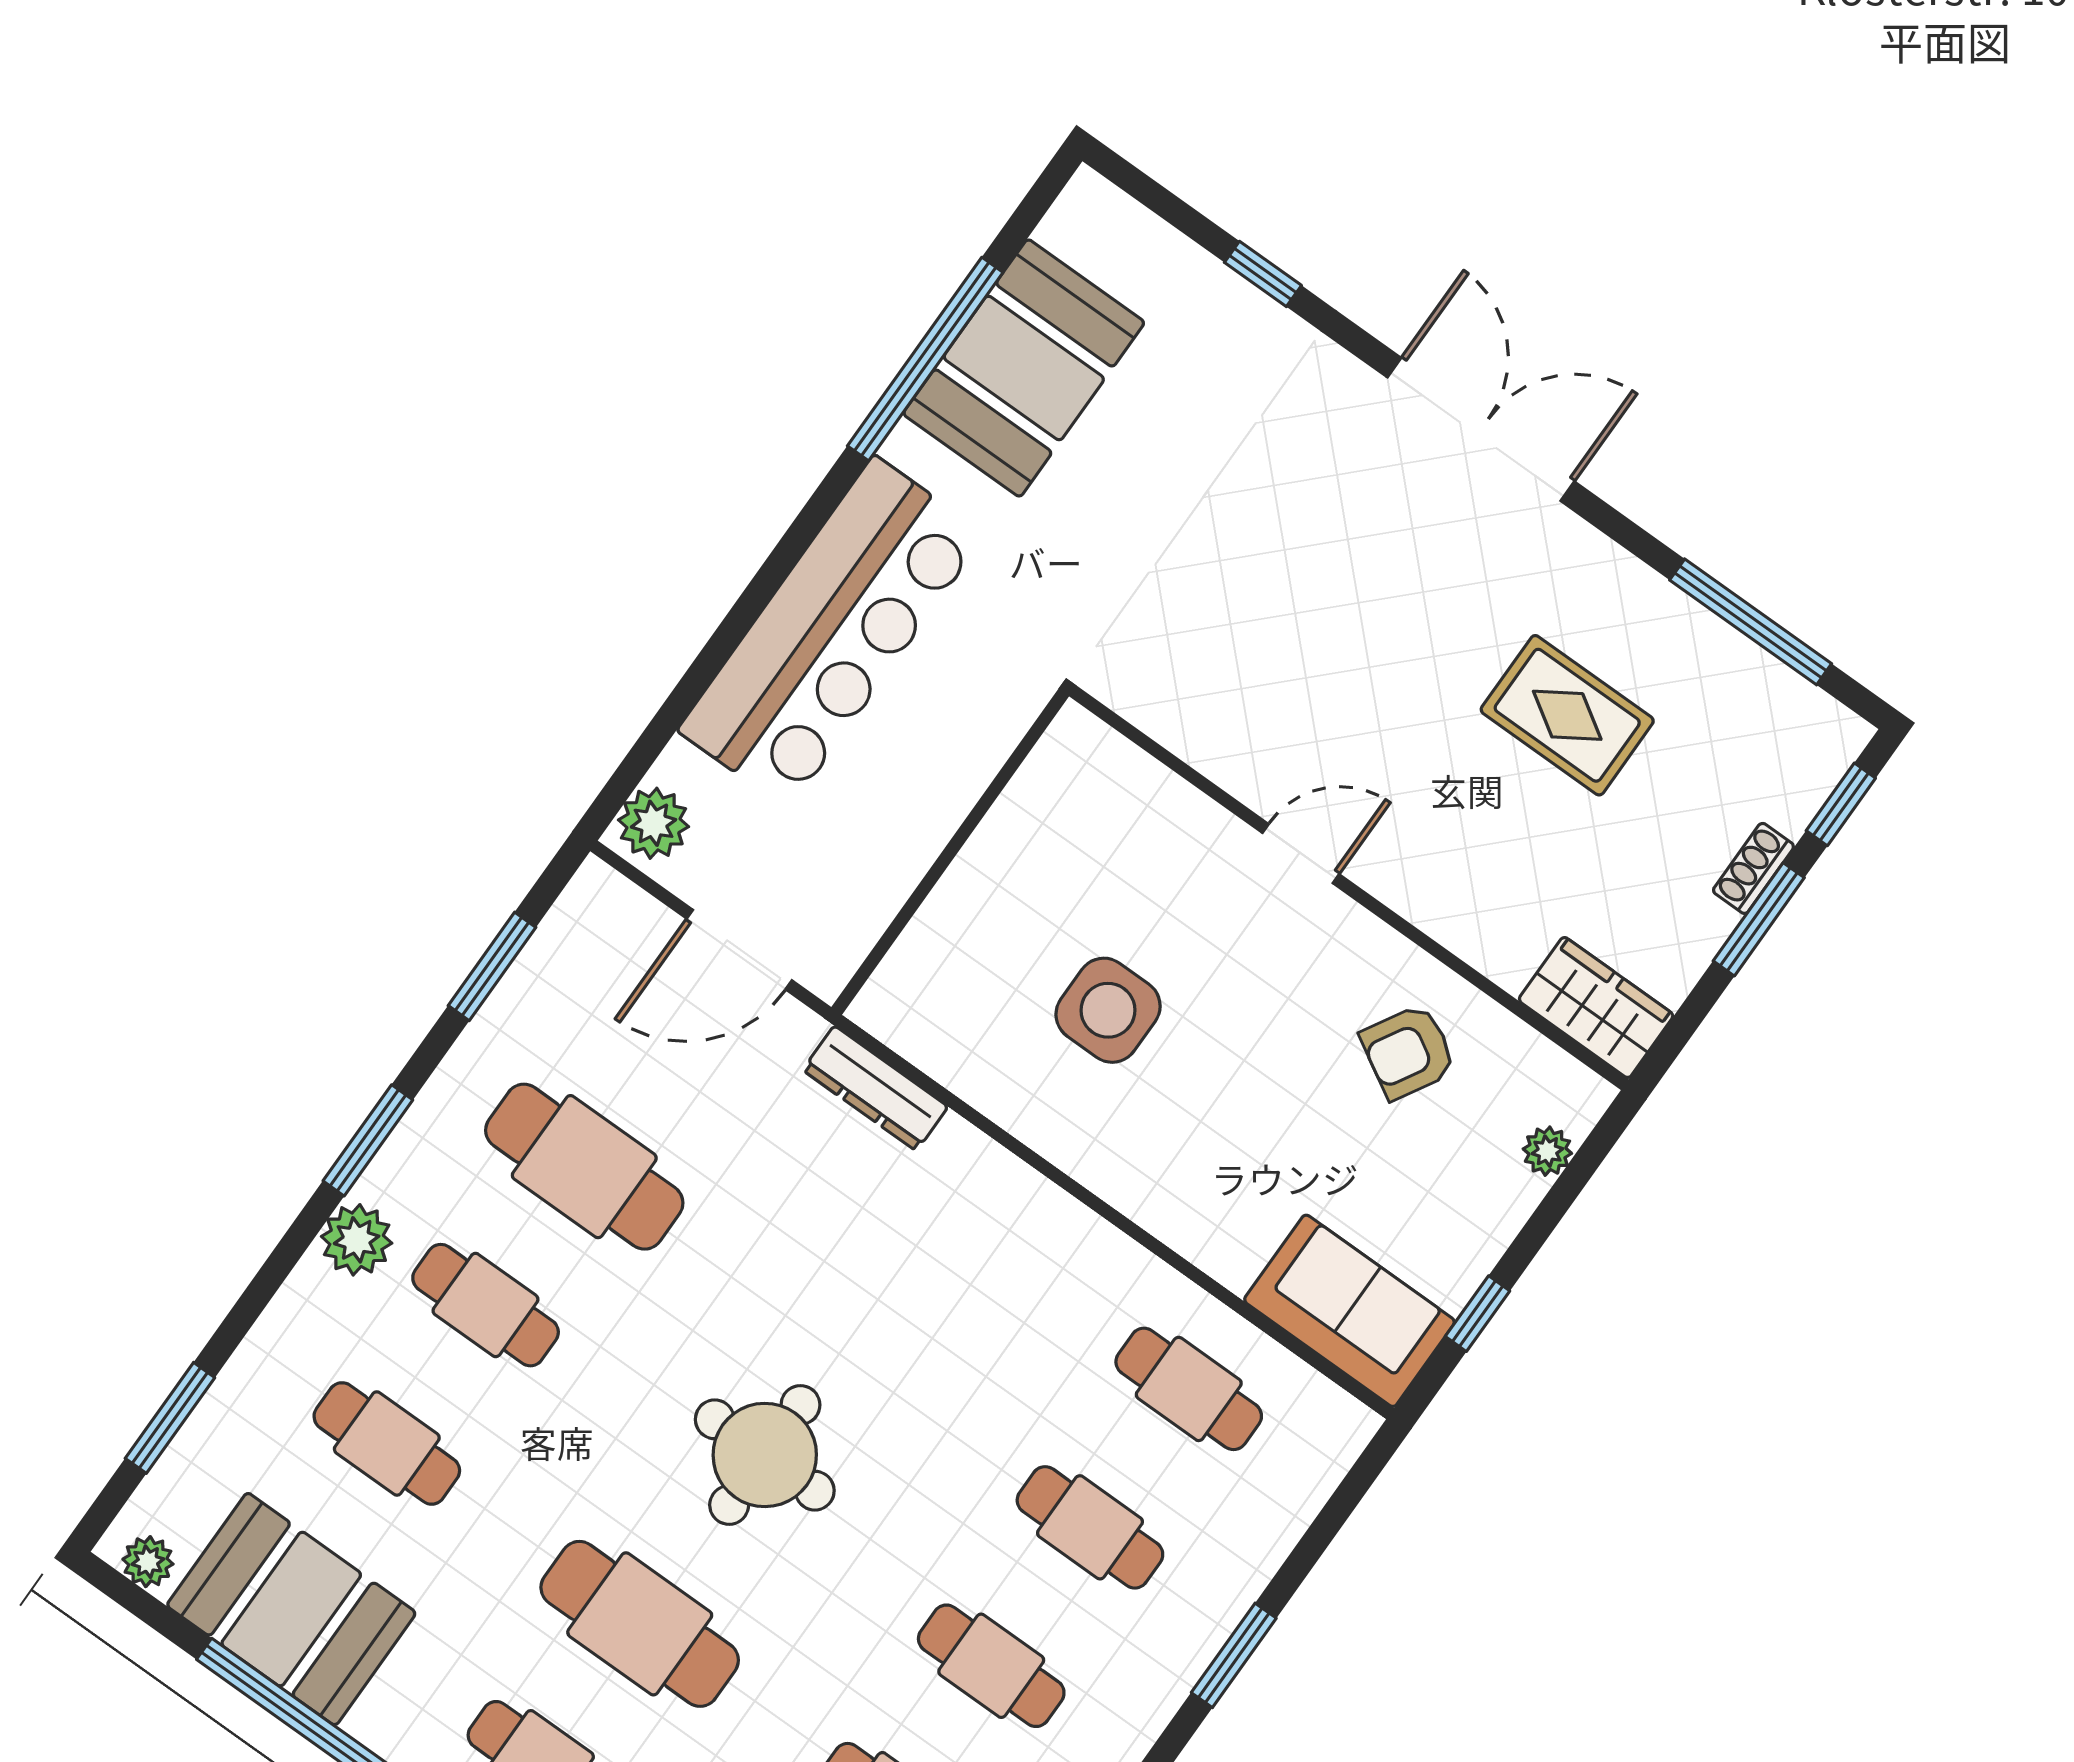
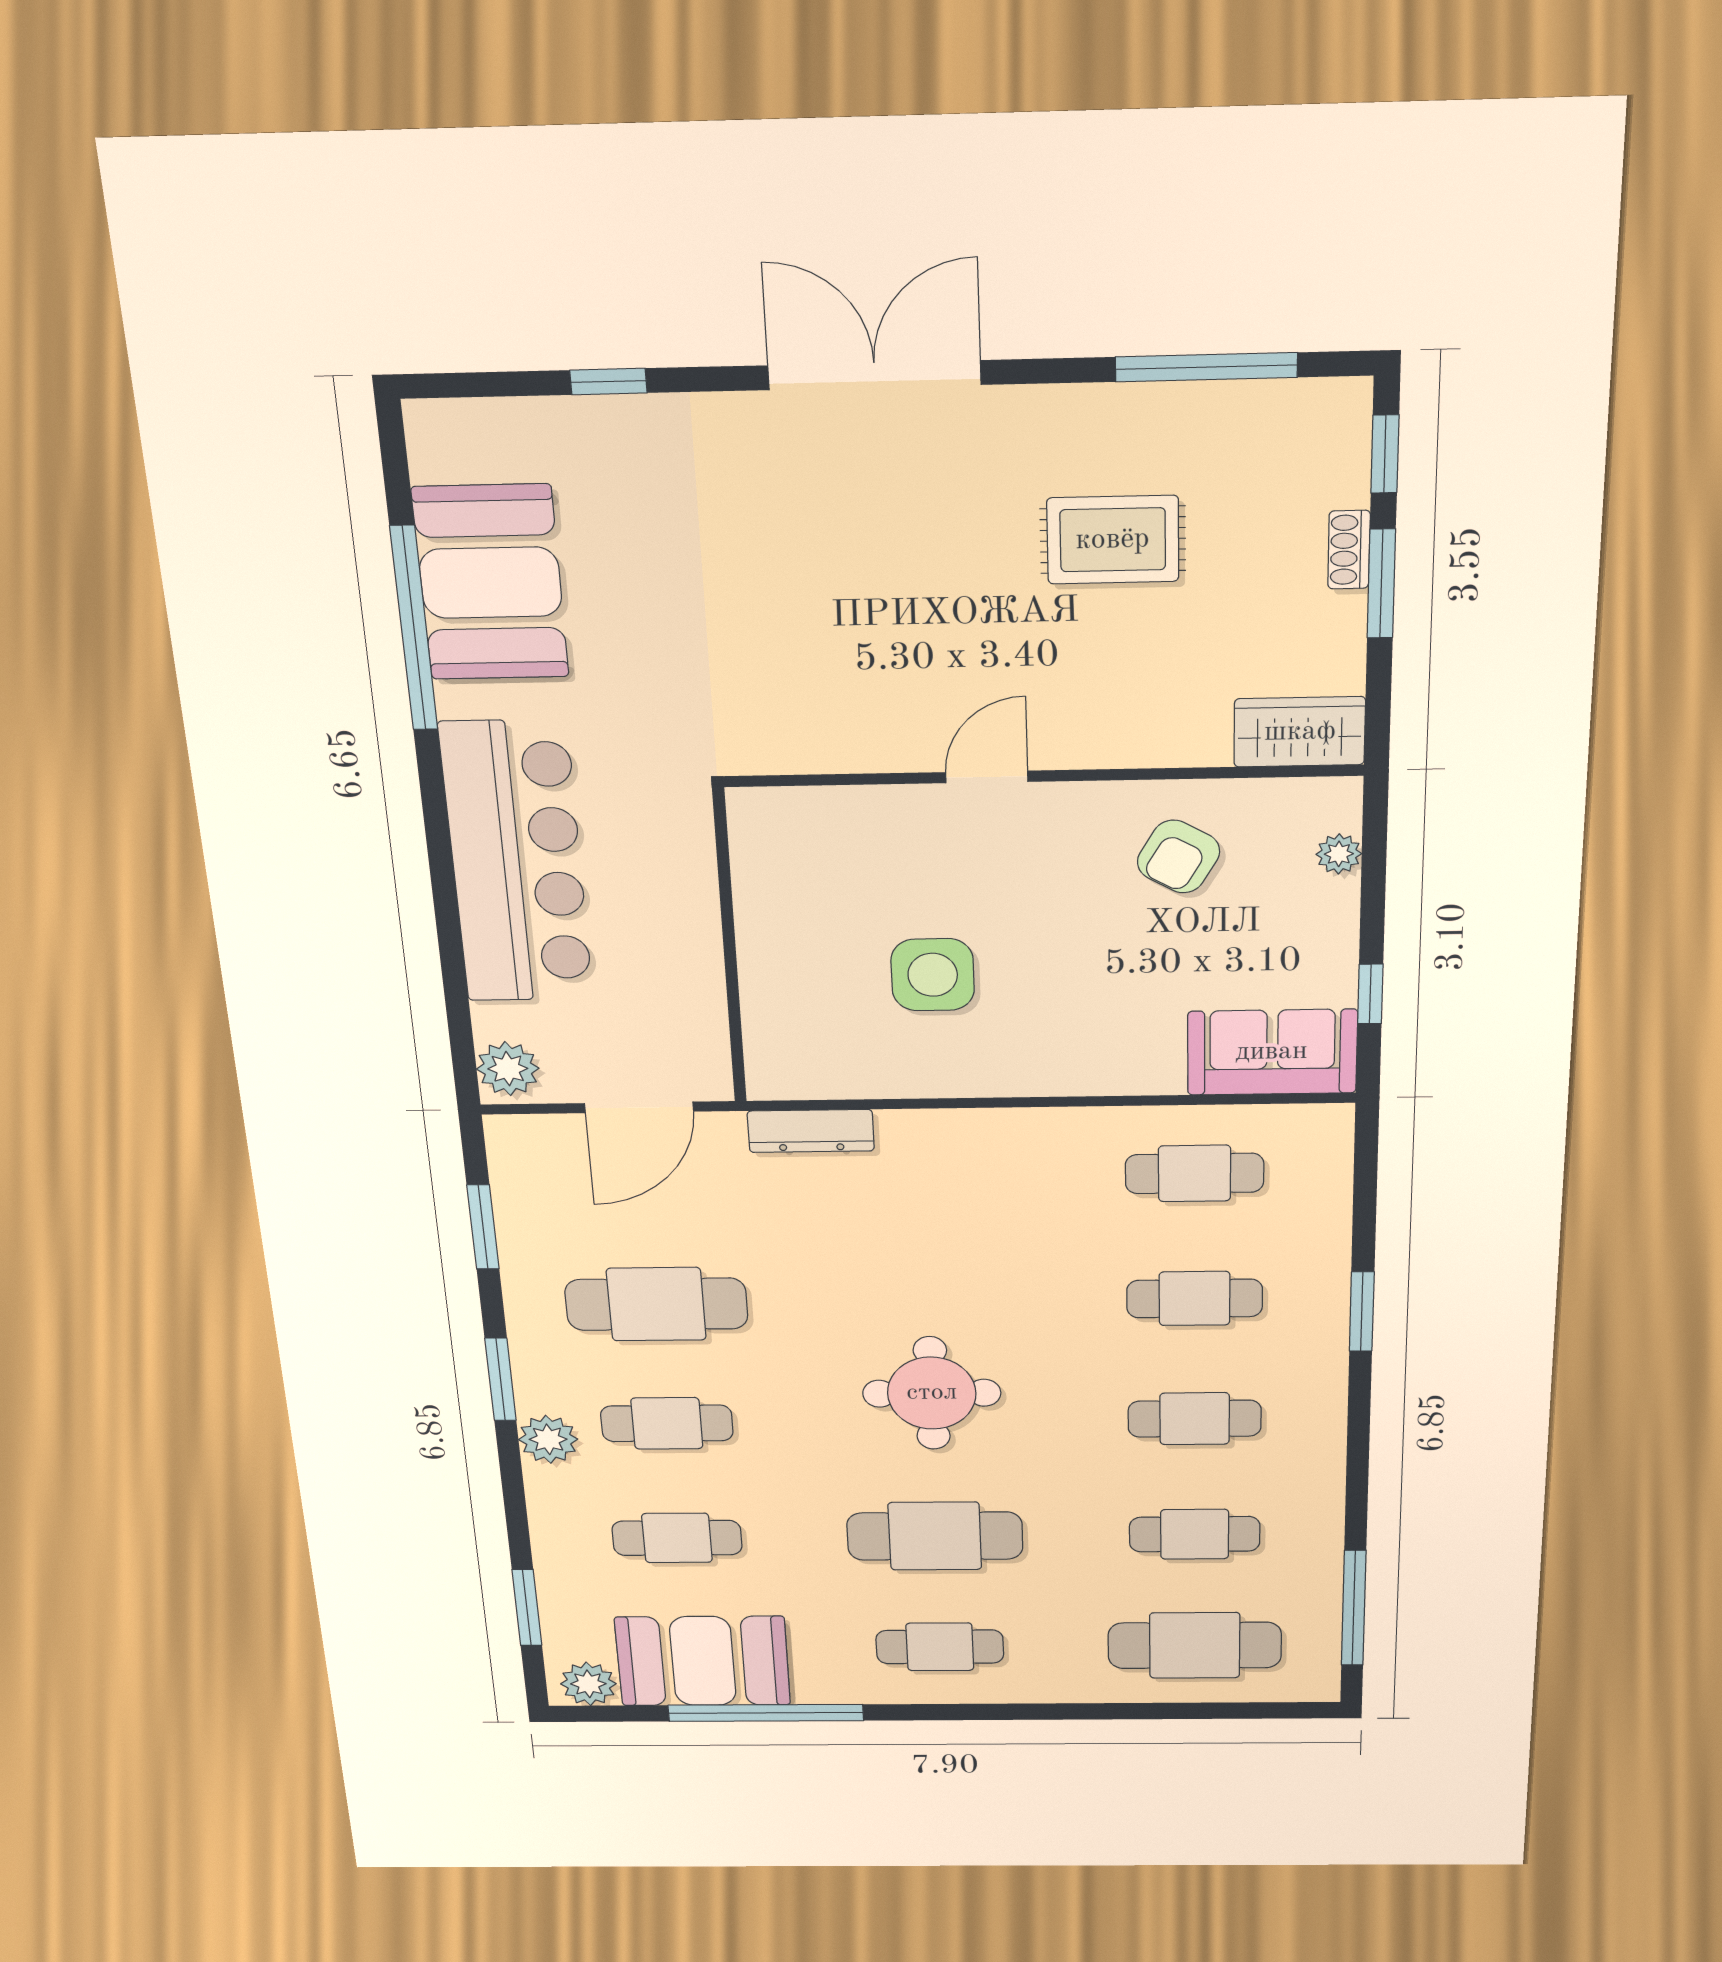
plant: (148, 1562) -> (588, 1684), width x1.38, depth x1.38

